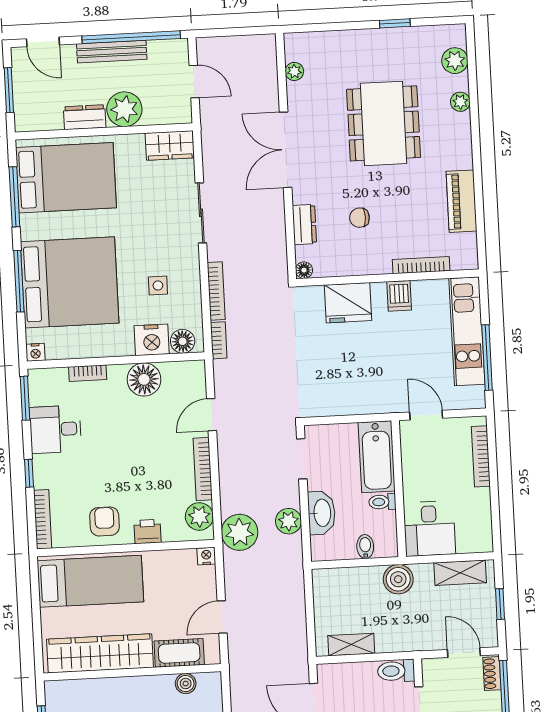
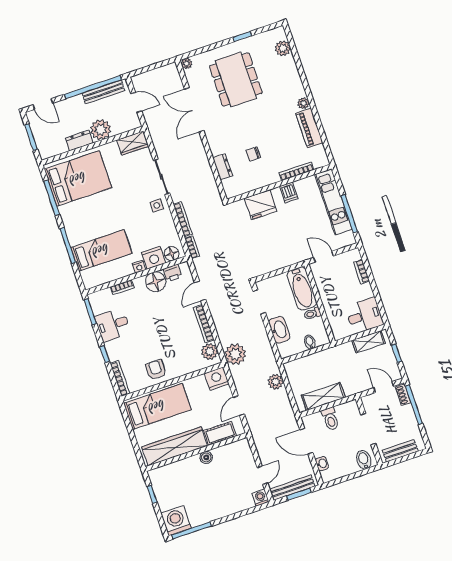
bench: (112, 52) -> (103, 92), moved
plant: (294, 71) -> (187, 63), moved
plant: (460, 102) -> (303, 103), moved
dining table: (384, 123) -> (236, 80), moved
double door: (286, 150) -> (194, 110), moved
floor lamp: (304, 270) -> (230, 193), removed
bed: (70, 282) -> (101, 250), width x0.49
side table: (158, 286) -> (157, 205), moved
nightstand: (35, 352) -> (139, 267), moved
bookcase: (481, 456) -> (362, 272), width x0.64
plant: (289, 521) -> (276, 382), moved
desk: (429, 529) -> (364, 316), moved, turned -90
printer: (148, 531) -> (173, 273), moved, turned 180
nightstand: (206, 556) -> (217, 379), width x1.89, depth x1.79
boiler: (398, 579) -> (334, 356), removed
shelving: (351, 645) -> (323, 397), width x1.50, depth x1.33
toilet: (396, 671) -> (330, 419), moved, turned -90
boiler: (186, 684) -> (206, 457), moved

